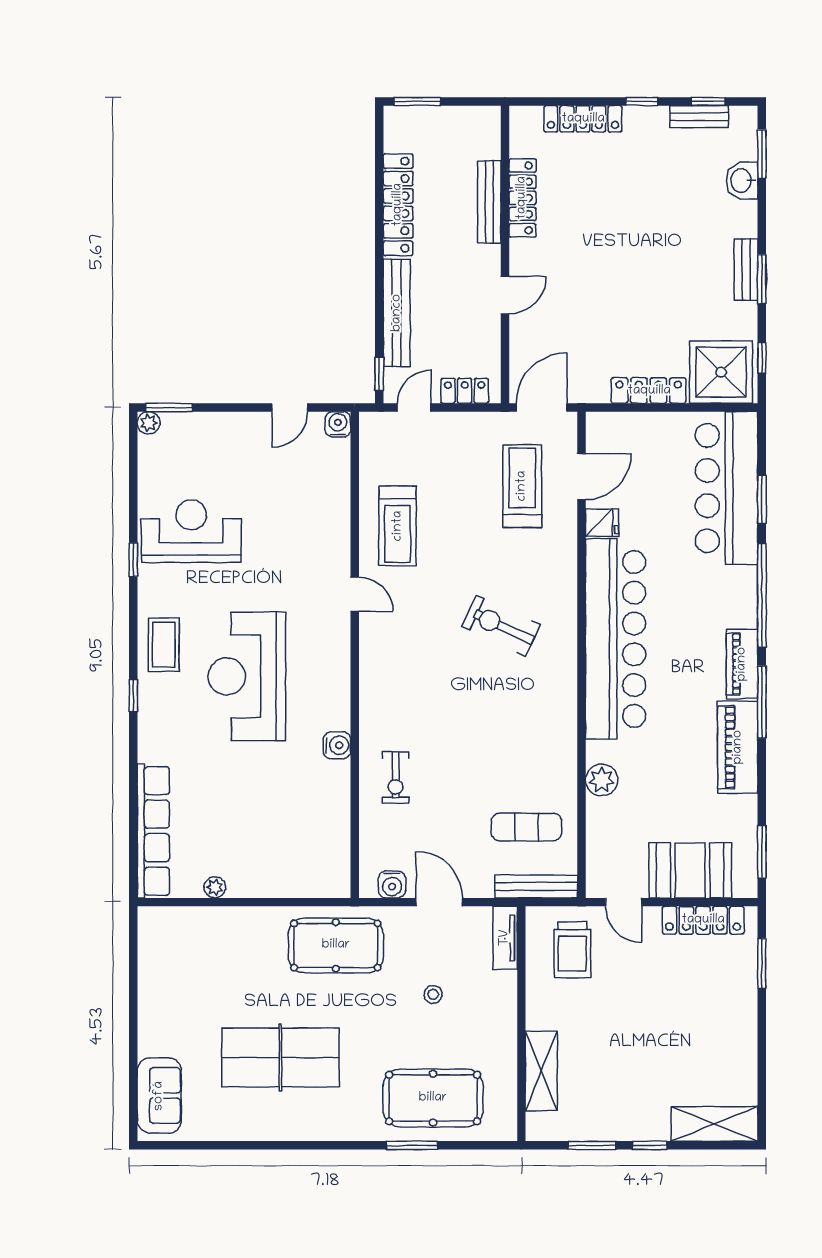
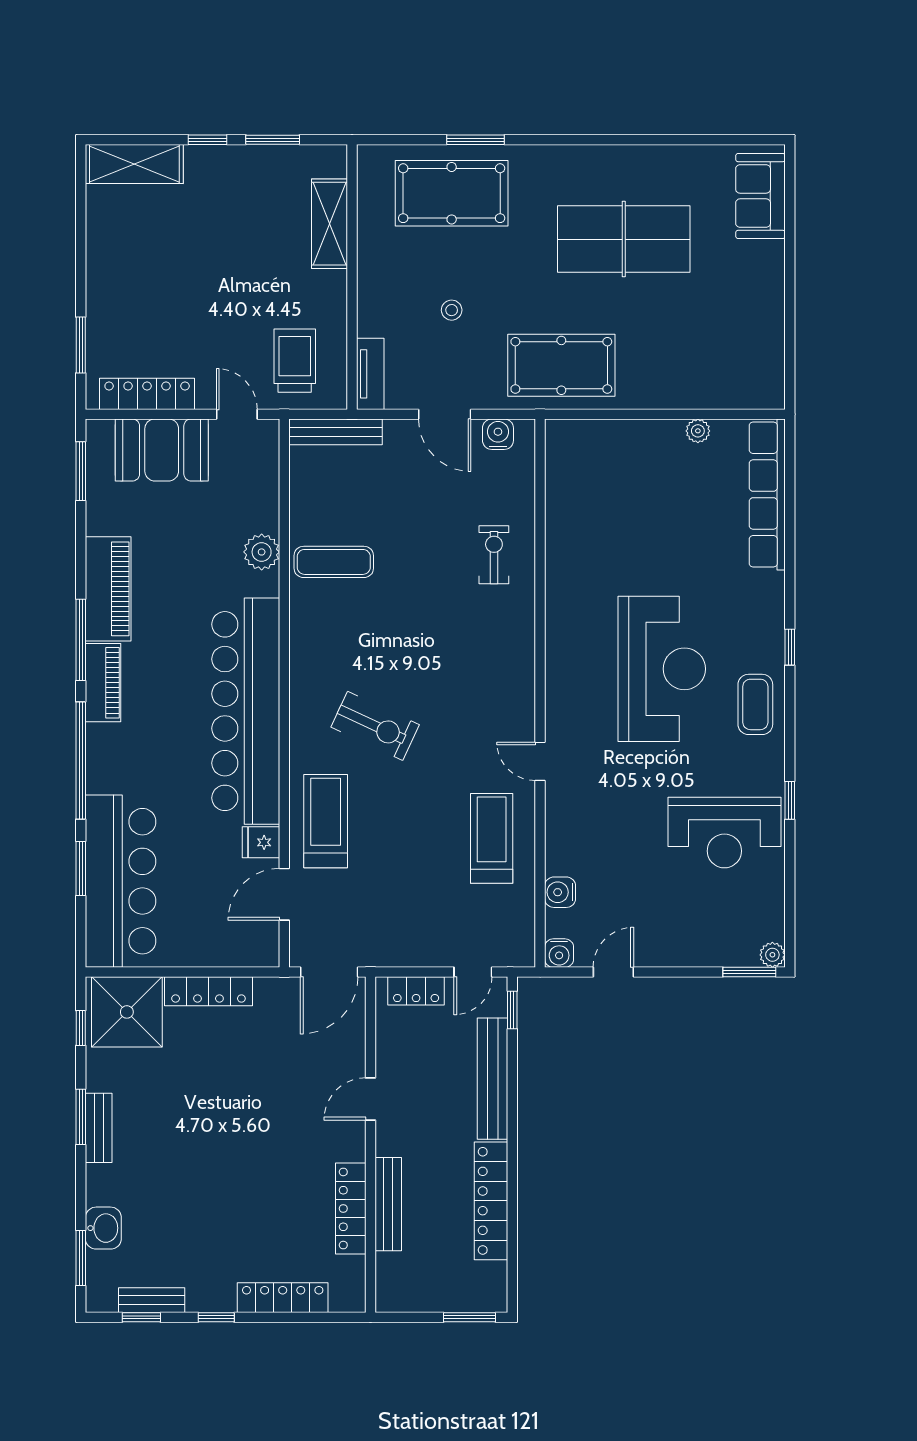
treadmill: (522, 486) -> (326, 821), moved, turned 180
water cooler: (337, 745) -> (560, 892), moved
exercise mat: (526, 827) -> (334, 562), moved

